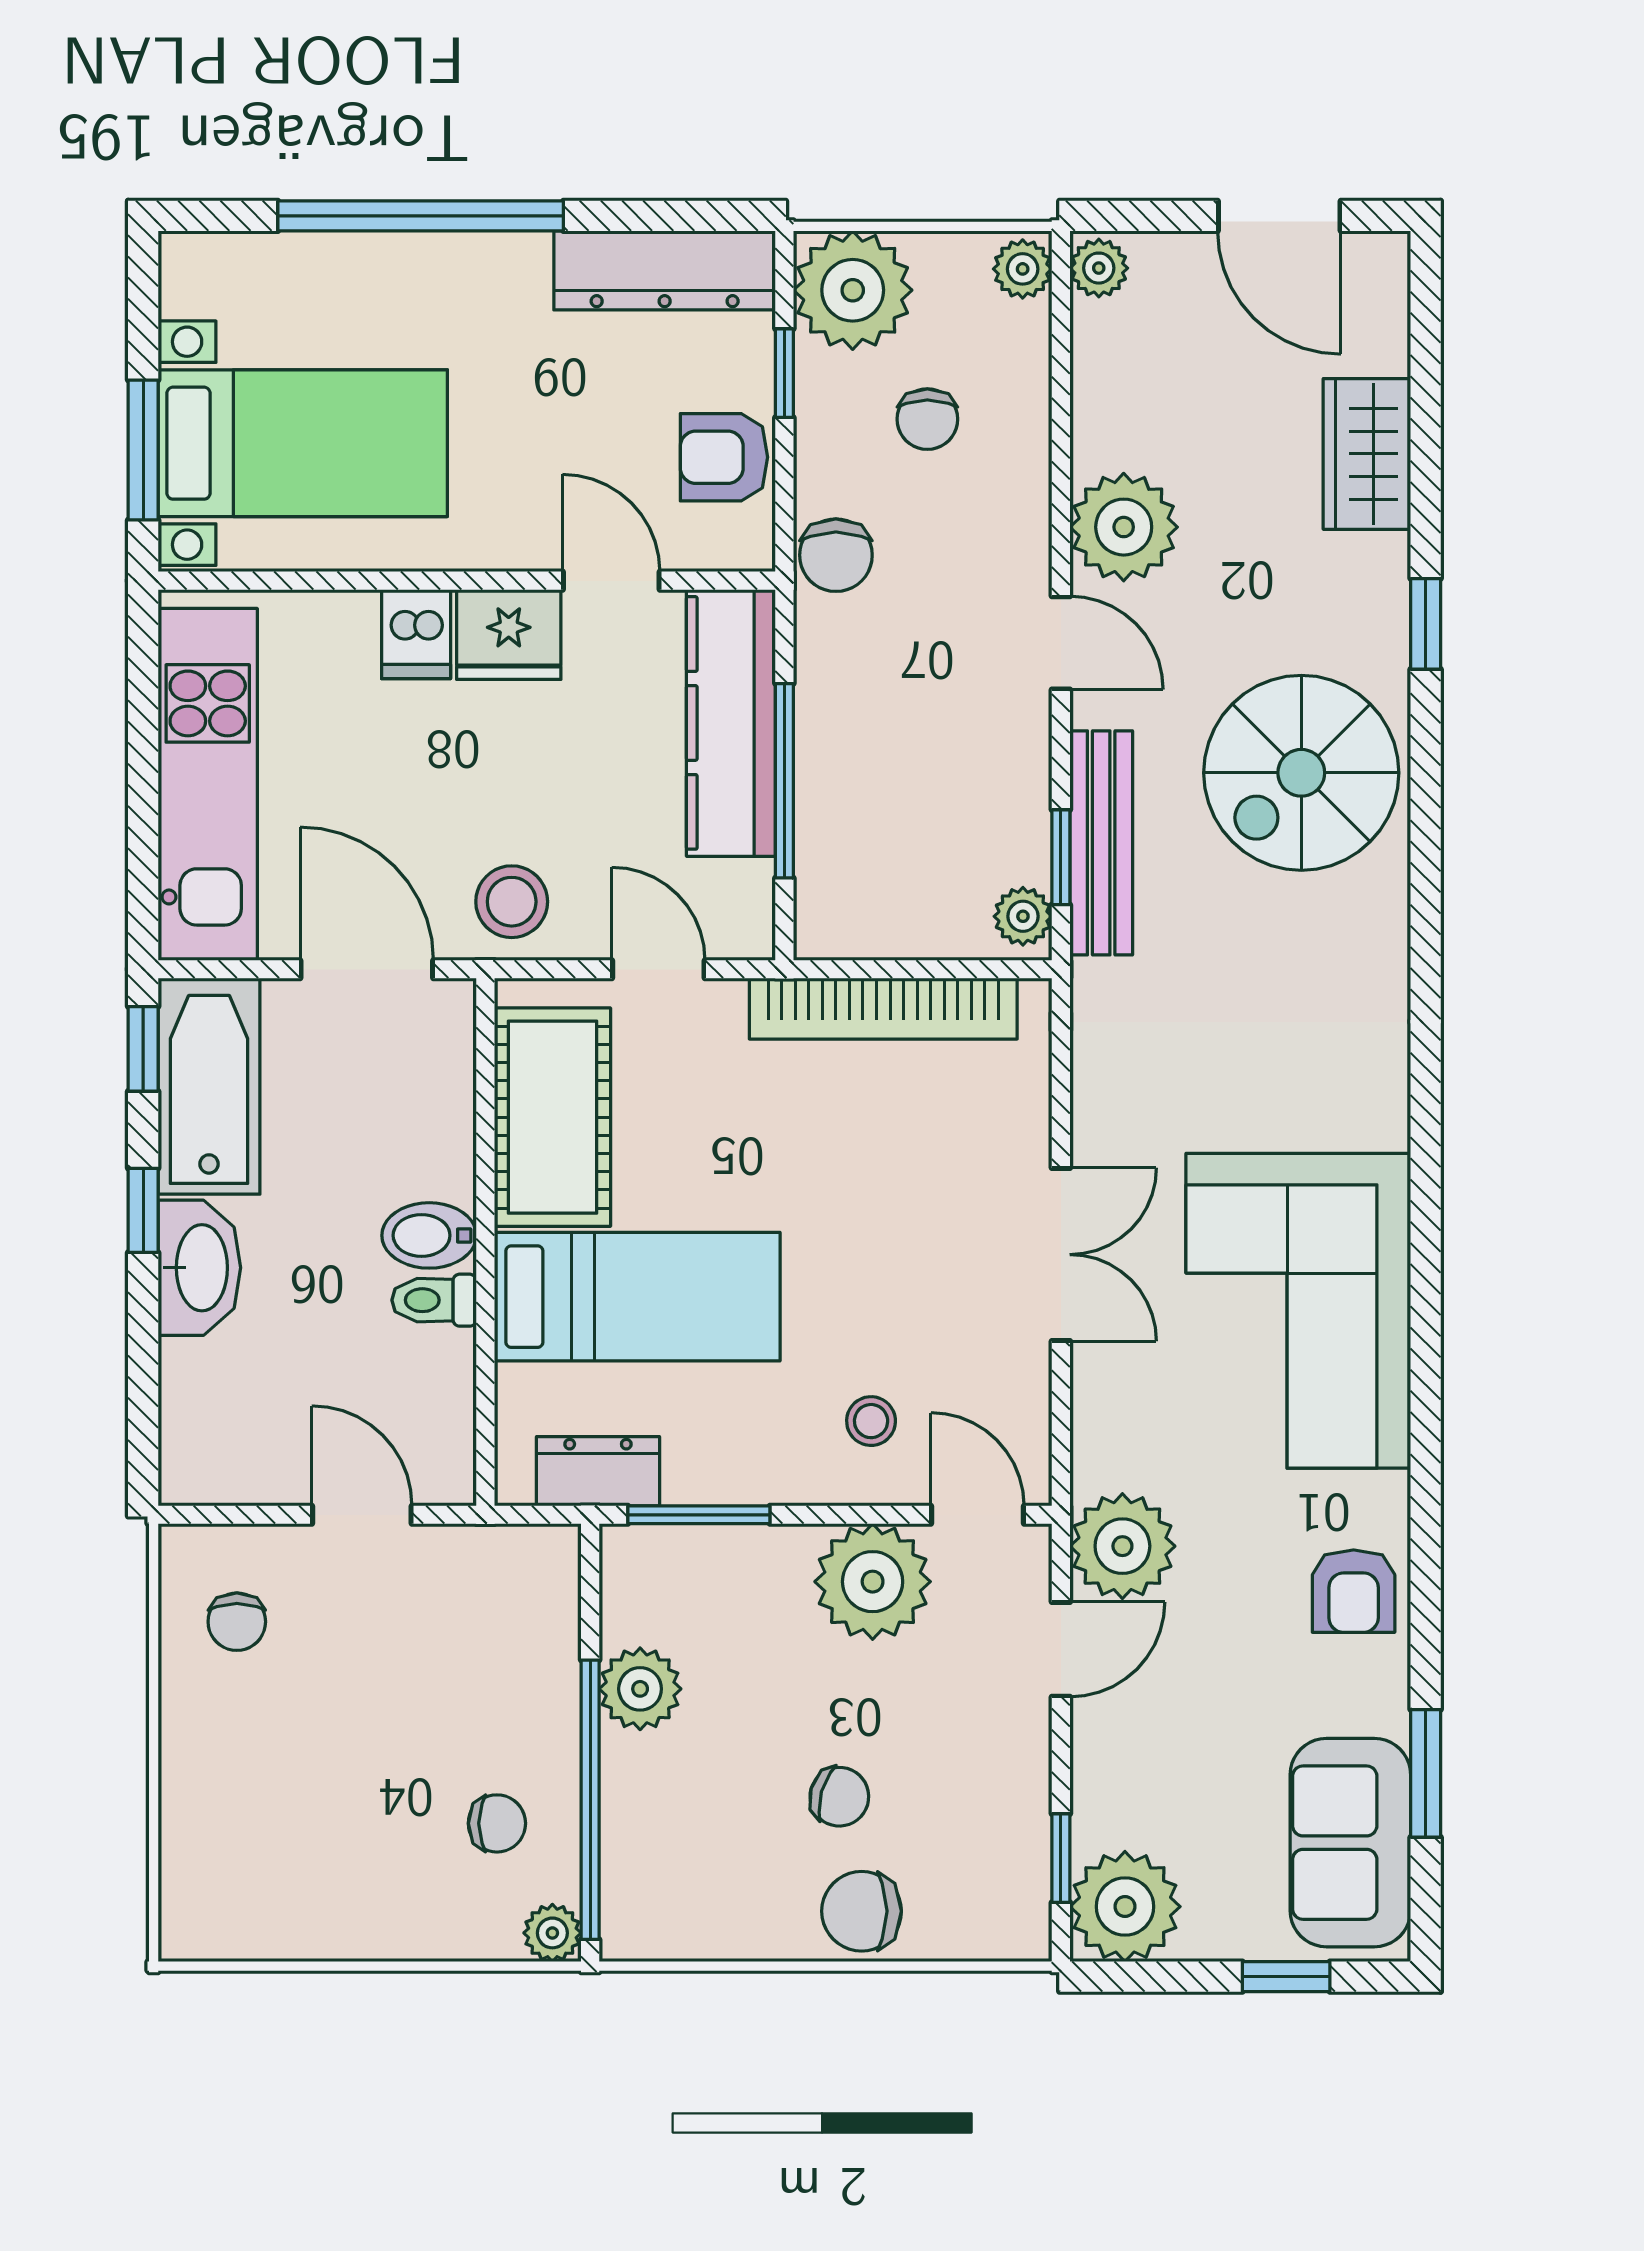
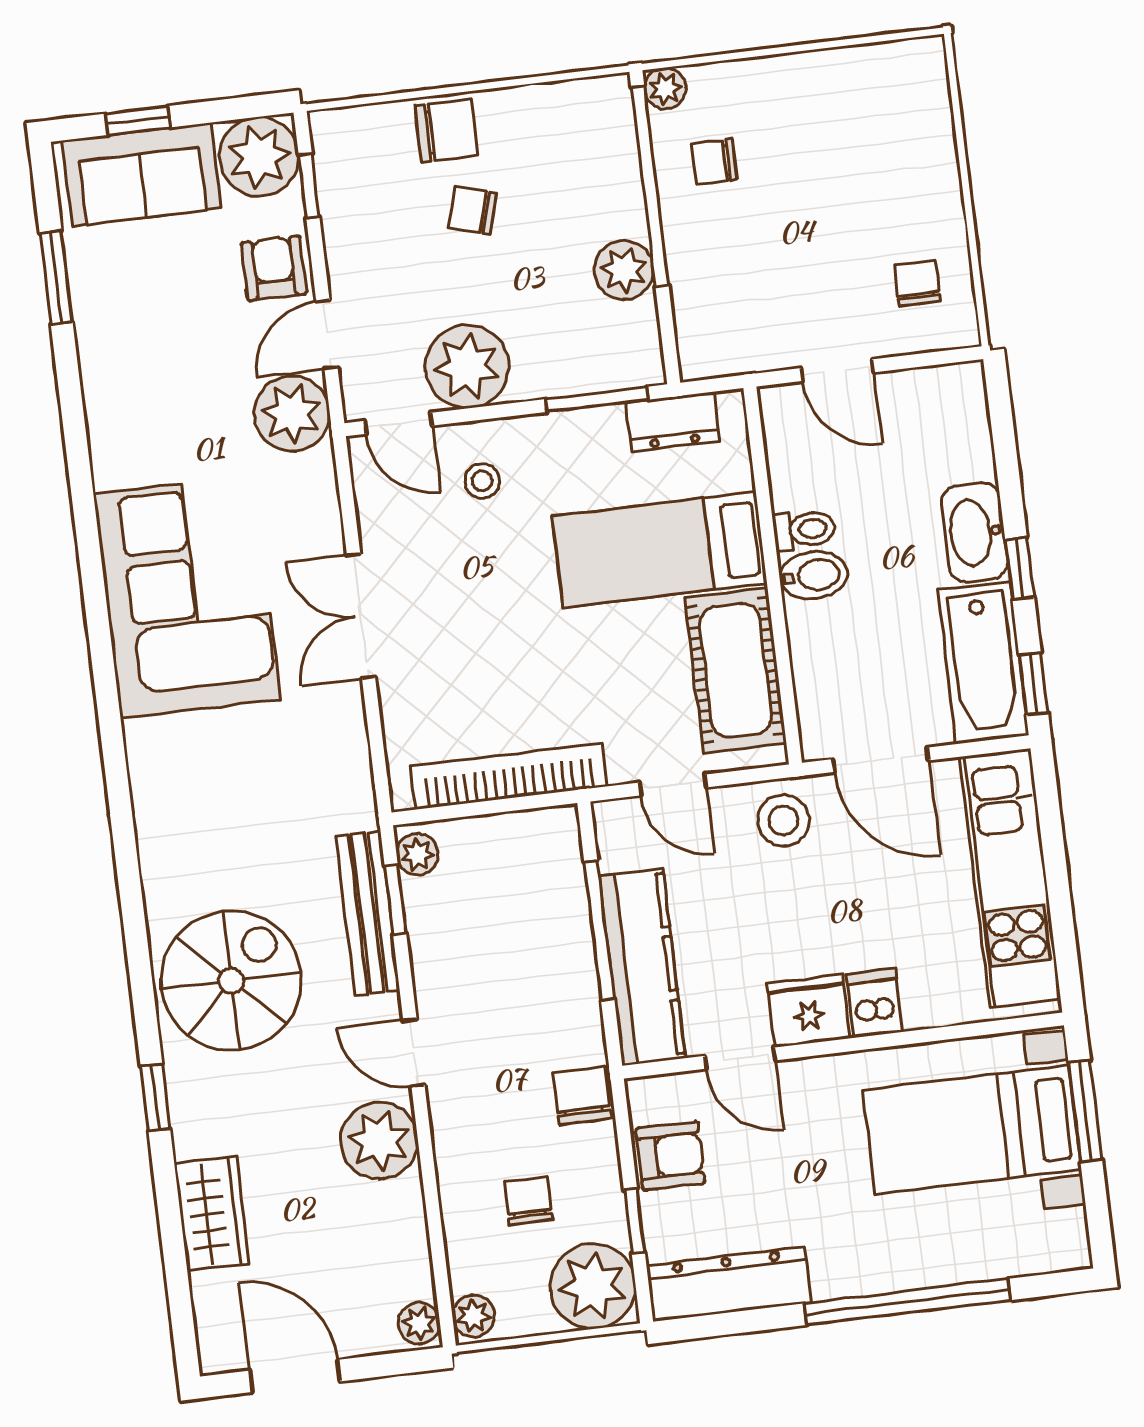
armchair: (1354, 1591) -> (274, 268), moved
sofa: (1350, 1843) -> (142, 175), moved, turned 90

